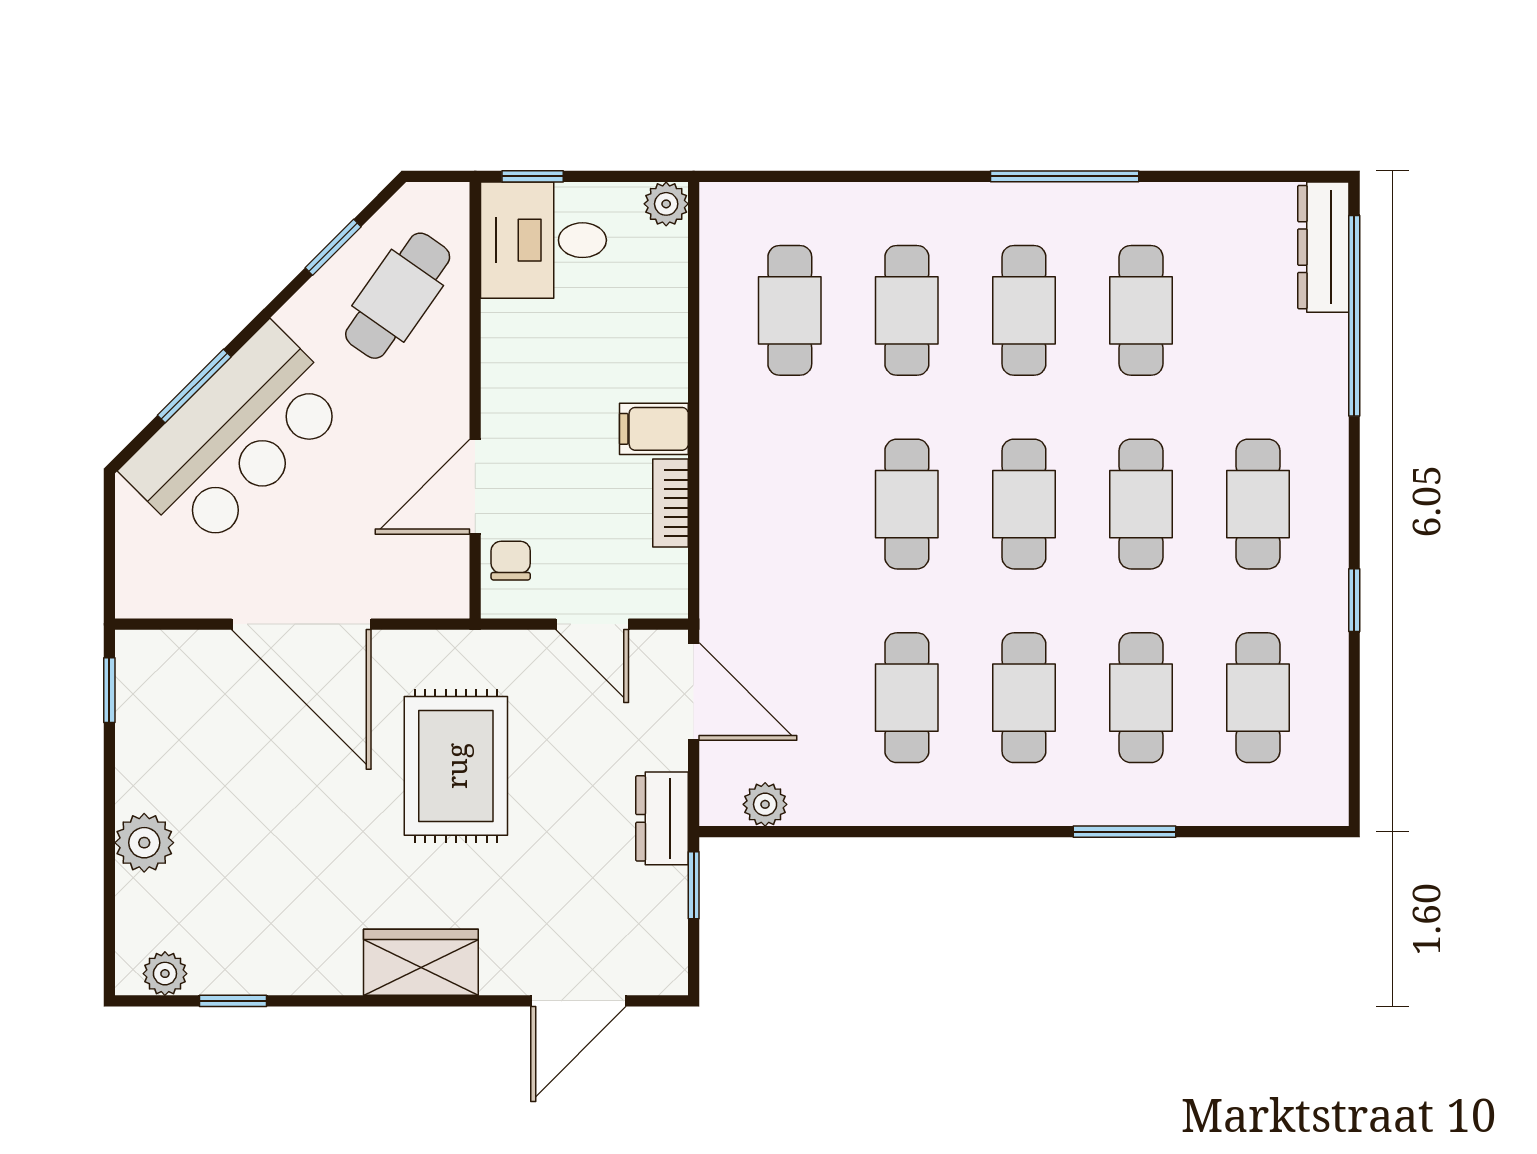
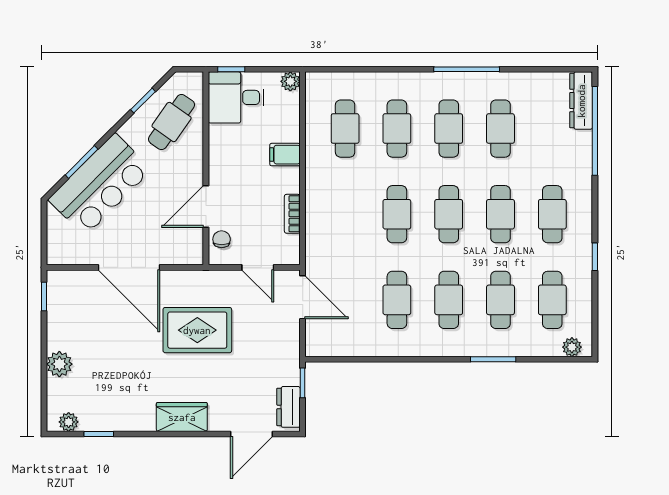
filing cabinet: (654, 429) -> (285, 155), moved
rug: (456, 766) -> (197, 330), turned 90
plant: (765, 804) -> (572, 347), moved
dresser: (662, 818) -> (289, 407), moved

